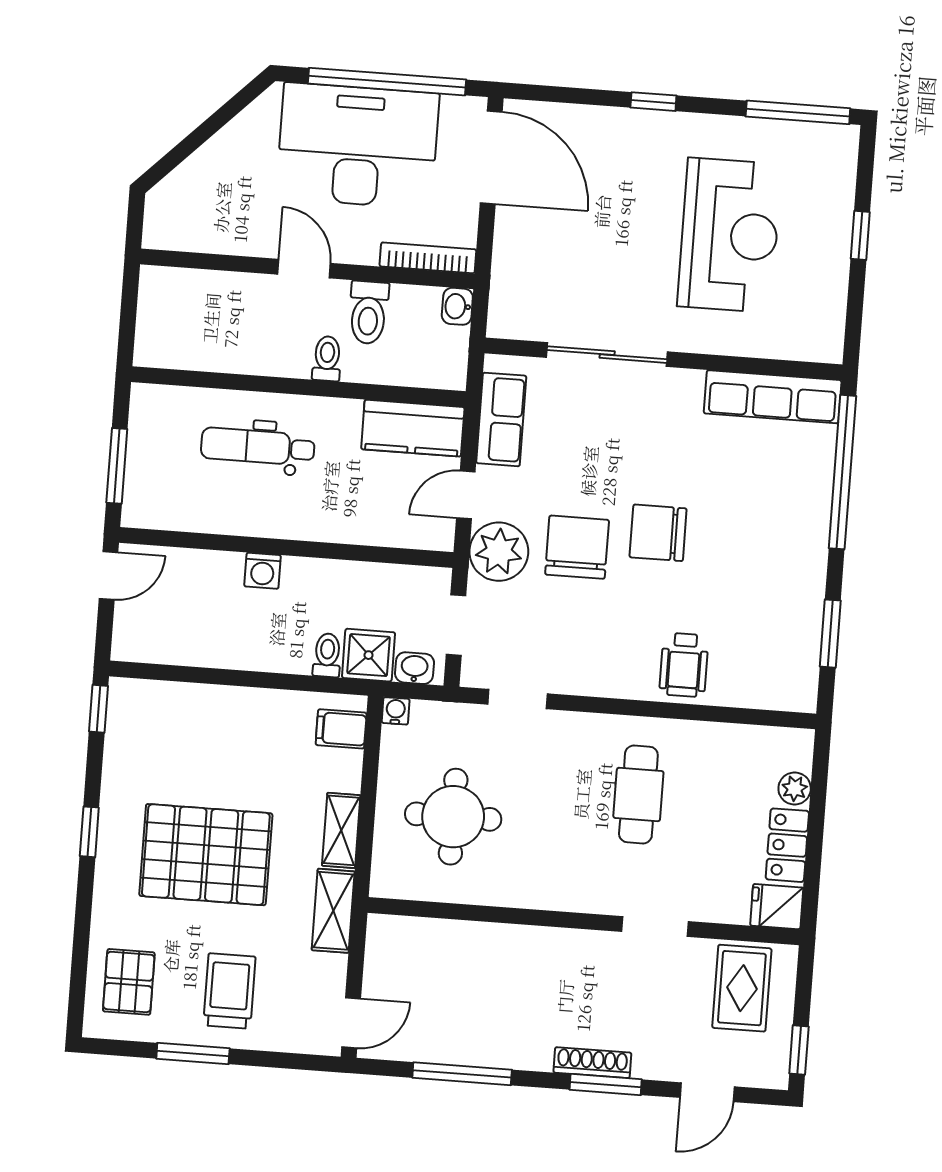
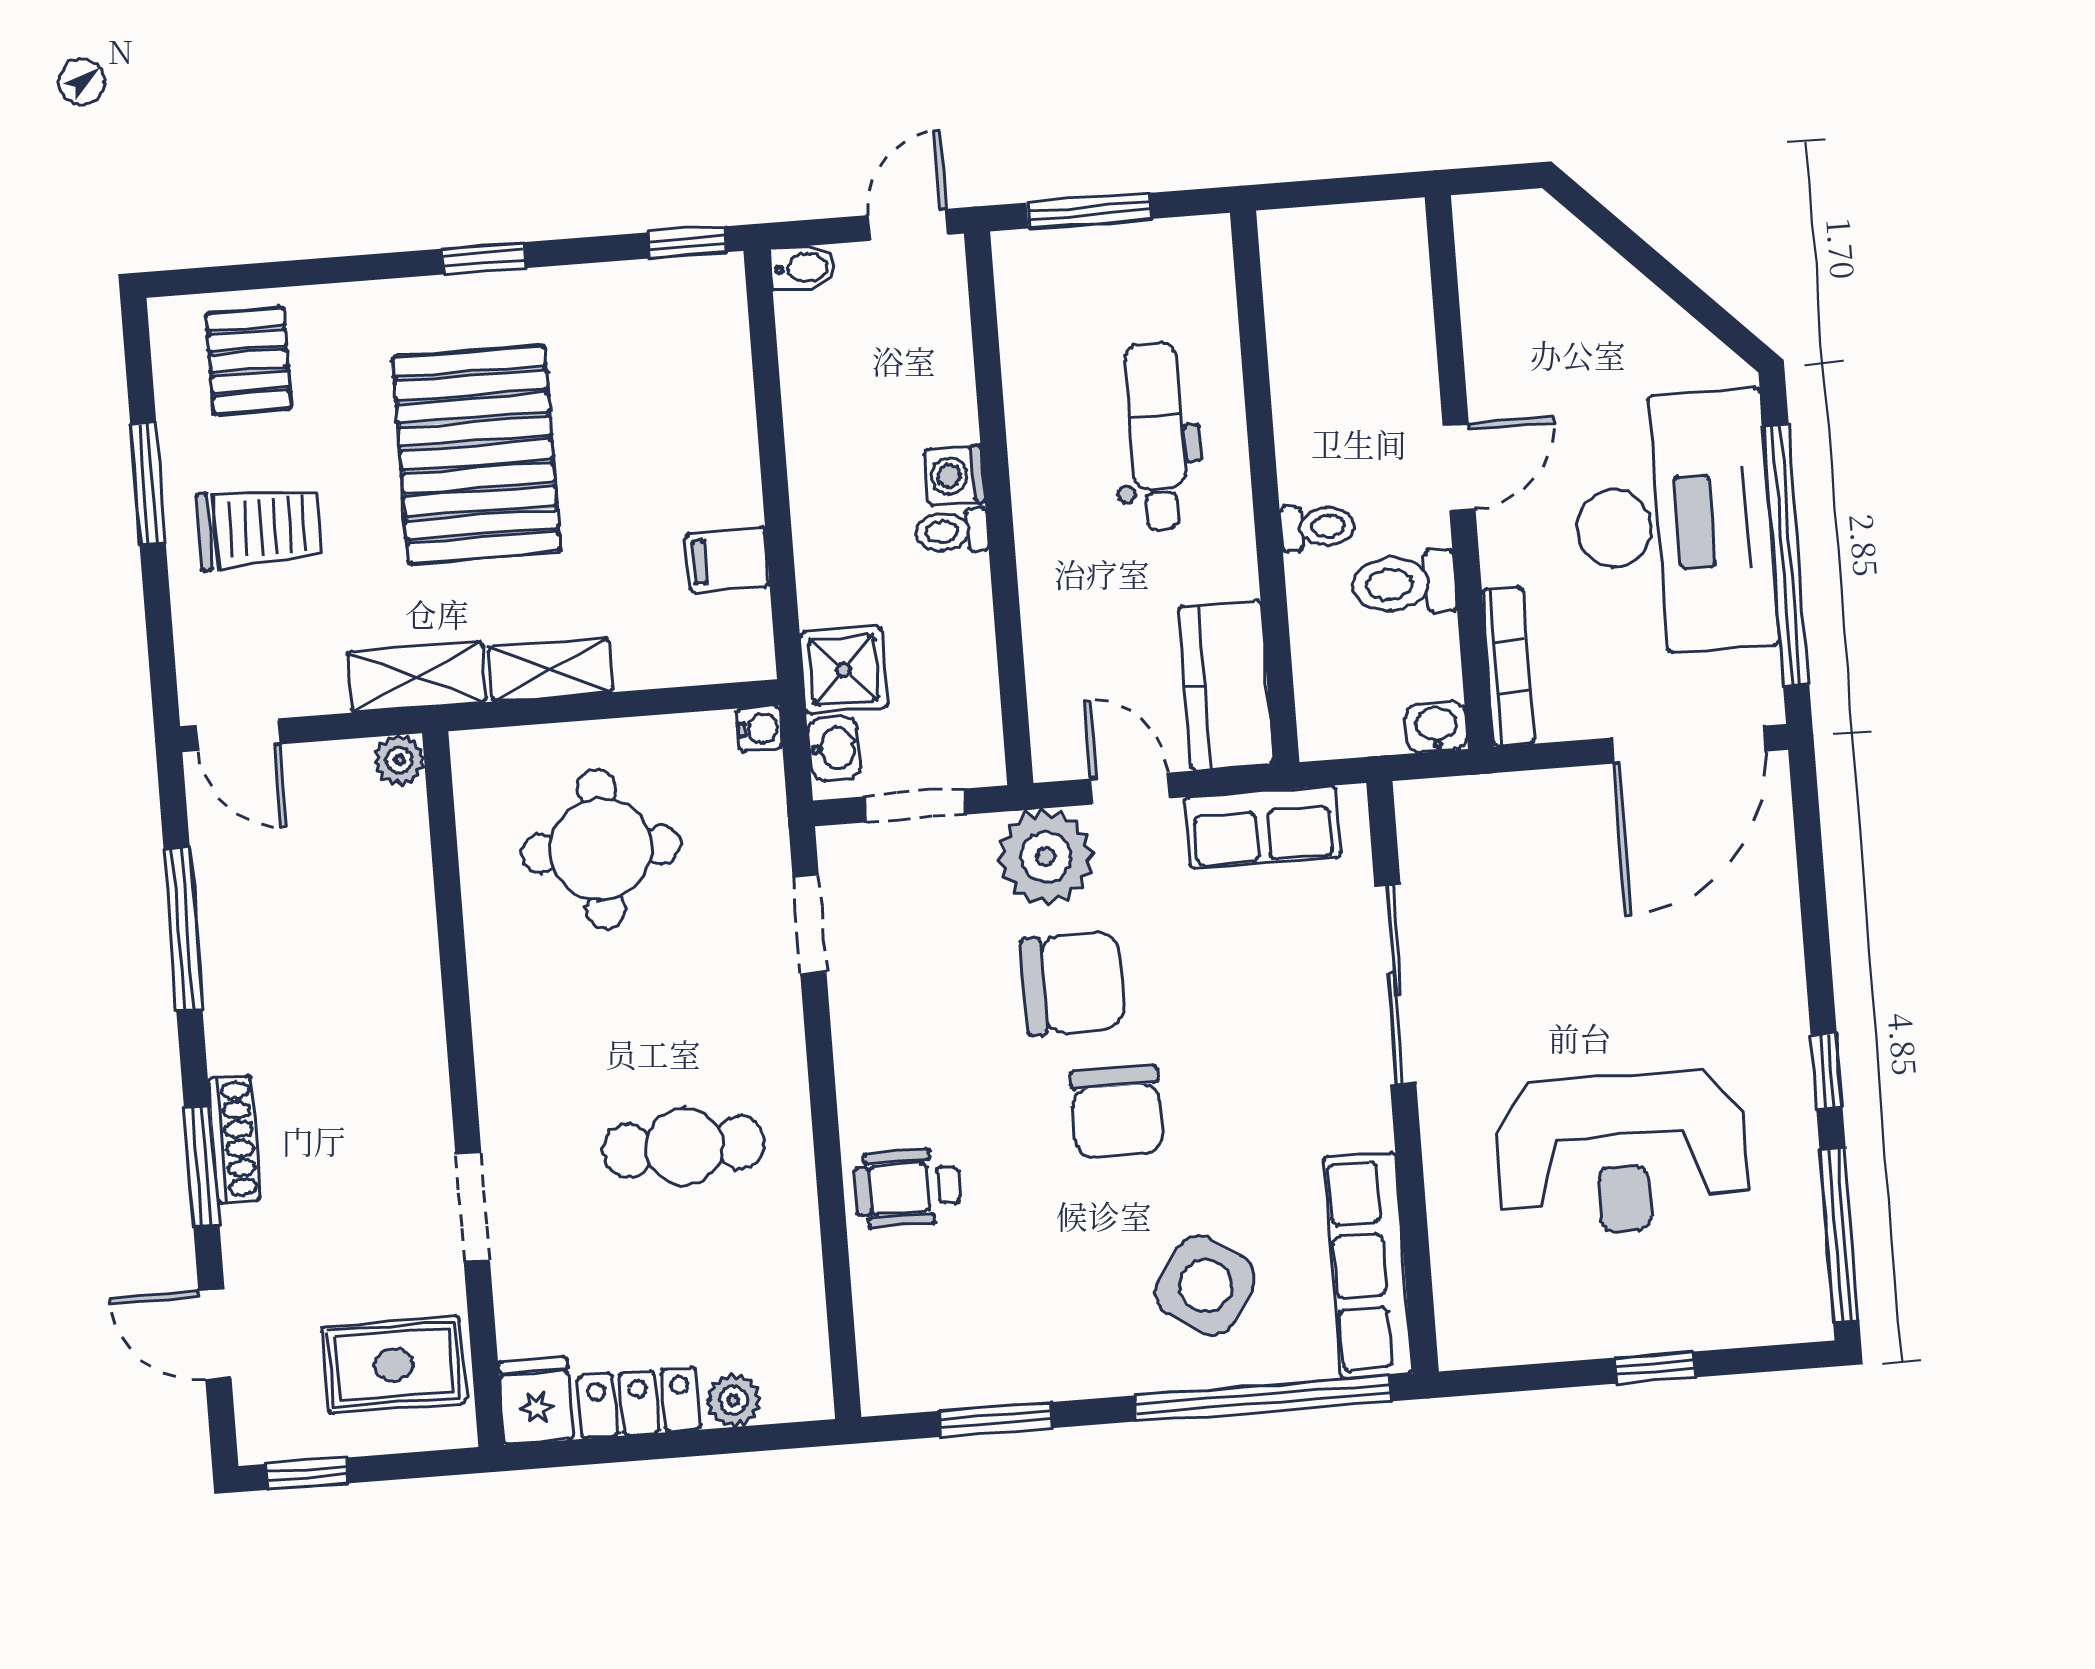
window: (653, 102) -> (1827, 1071), moved
side table: (770, 496) -> (1205, 1286), added
chair: (658, 533) -> (1117, 1112), turned 180
door: (109, 575) -> (908, 225), swing flipped
bidet: (125, 642) -> (803, 268), added
toilet: (327, 655) -> (952, 531), moved, turned 180
filing cabinet: (341, 729) -> (728, 560), moved, turned -90
plant: (381, 929) -> (399, 760), added
pallet: (129, 982) -> (249, 361), turned 90

